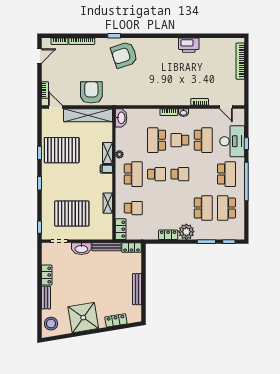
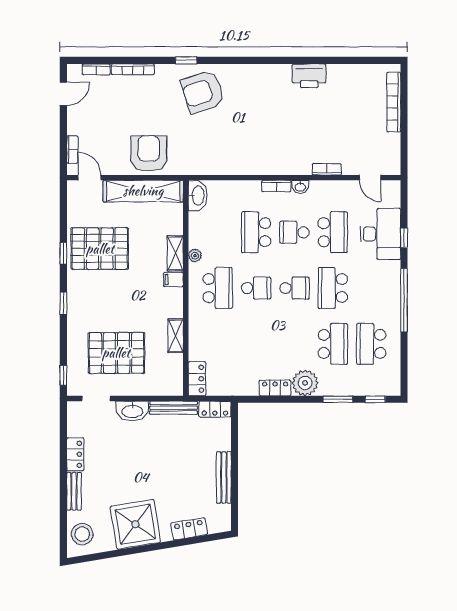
school desk: (226, 174) -> (333, 288), moved, turned 180
school desk: (133, 208) -> (218, 344), removed

